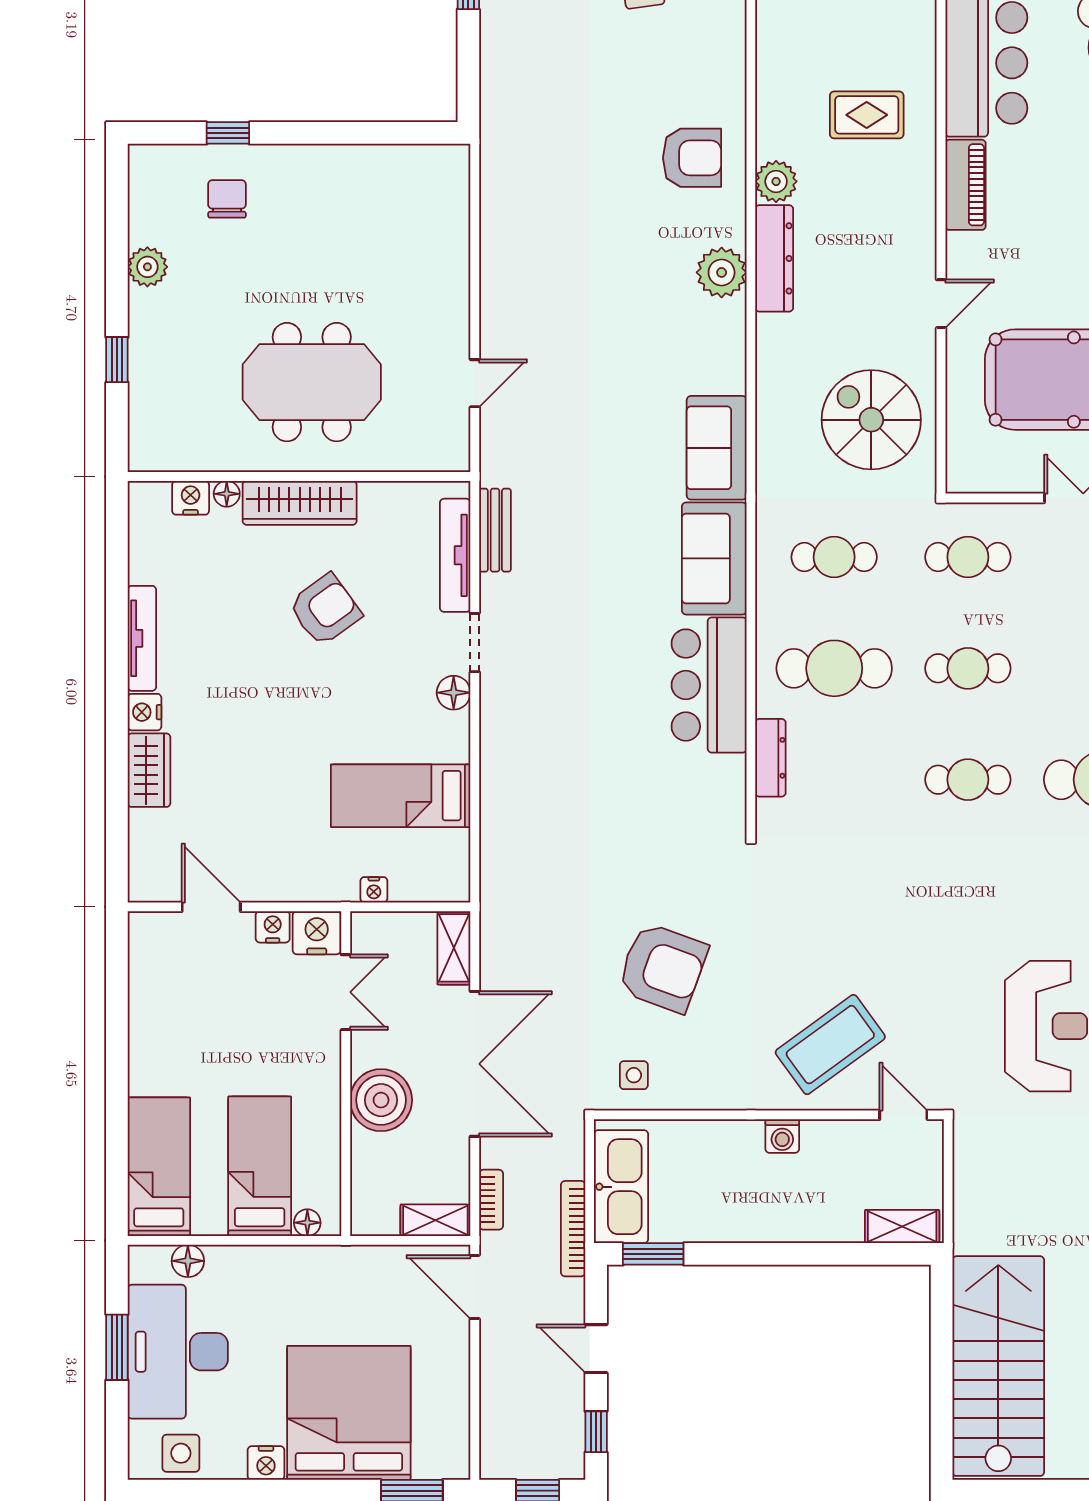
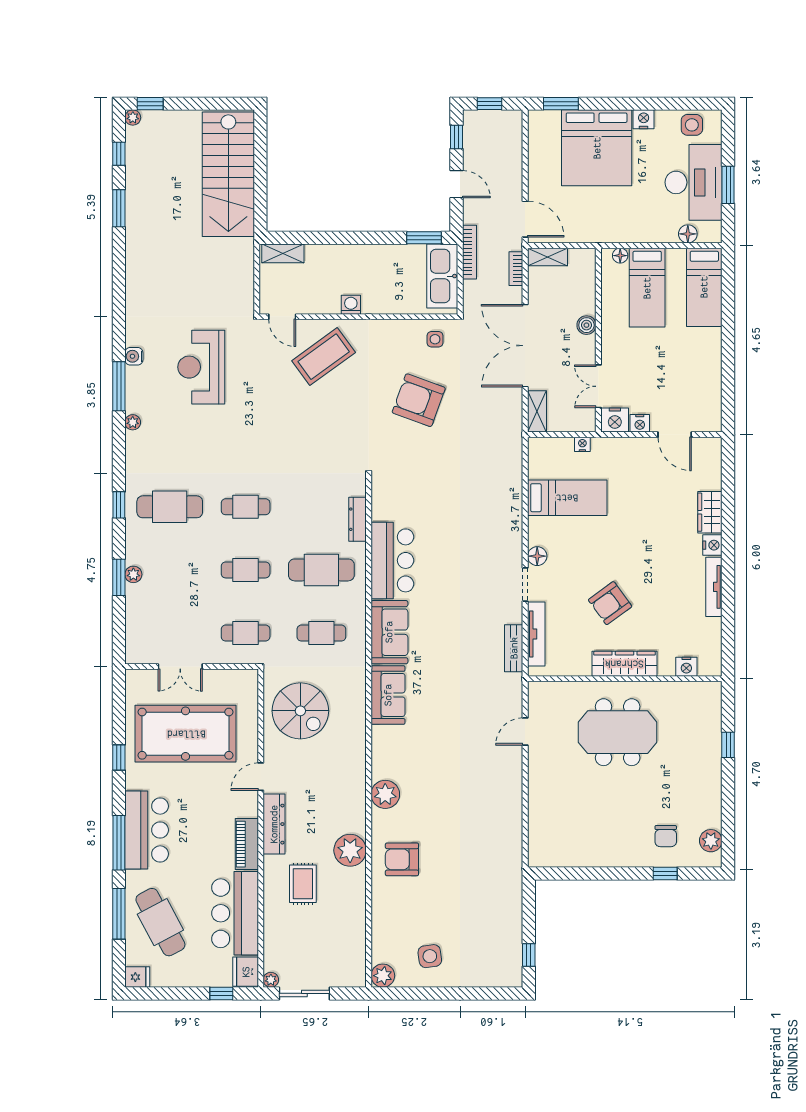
rug: (867, 115) -> (303, 884), turned 90
plant: (776, 181) -> (350, 850), width x1.36, depth x1.36
dresser: (774, 258) -> (274, 824), moved, turned 180
plant: (147, 267) -> (711, 841), moved
floor lamp: (227, 494) -> (666, 669), removed
boiler: (381, 1100) -> (586, 325), width x0.54, depth x0.54

